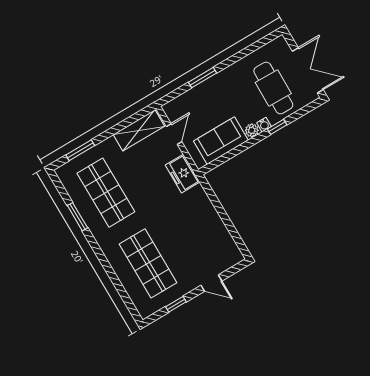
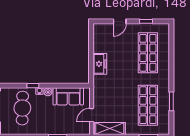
freezer: (182, 174) -> (100, 64), moved
door: (211, 283) -> (120, 21), swing flipped

